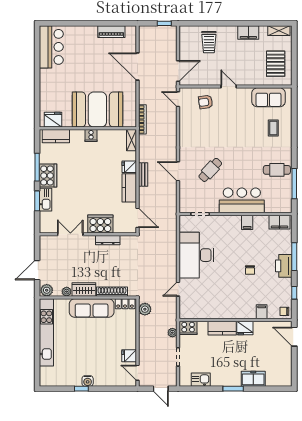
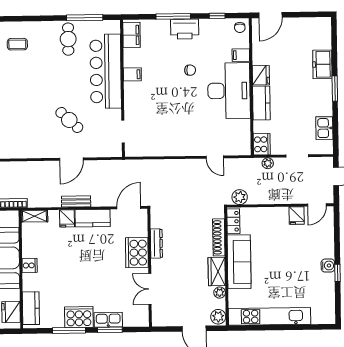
bar counter: (242, 200) -> (106, 71), width x1.36
desk: (196, 255) -> (229, 91), moved, turned -90

